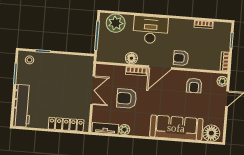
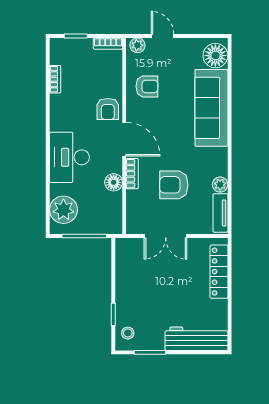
double door: (93, 90) -> (166, 236), swing flipped
armchair: (127, 98) -> (174, 185), turned 90

